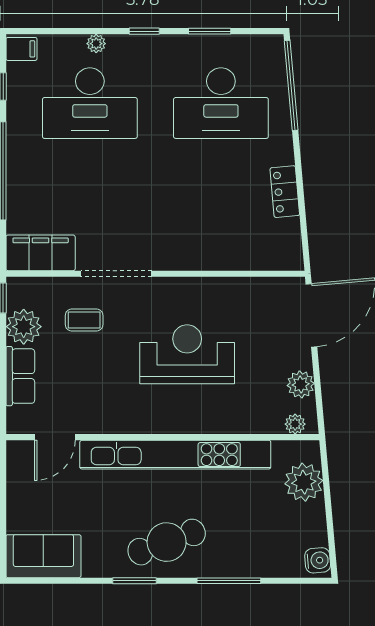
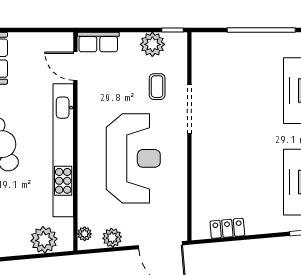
locker: (285, 192) -> (227, 228), moved
filing cabinet: (41, 253) -> (204, 56), removed
reception desk: (187, 354) -> (133, 158), width x1.36, depth x1.30
row of seats: (20, 376) -> (98, 42), moved

